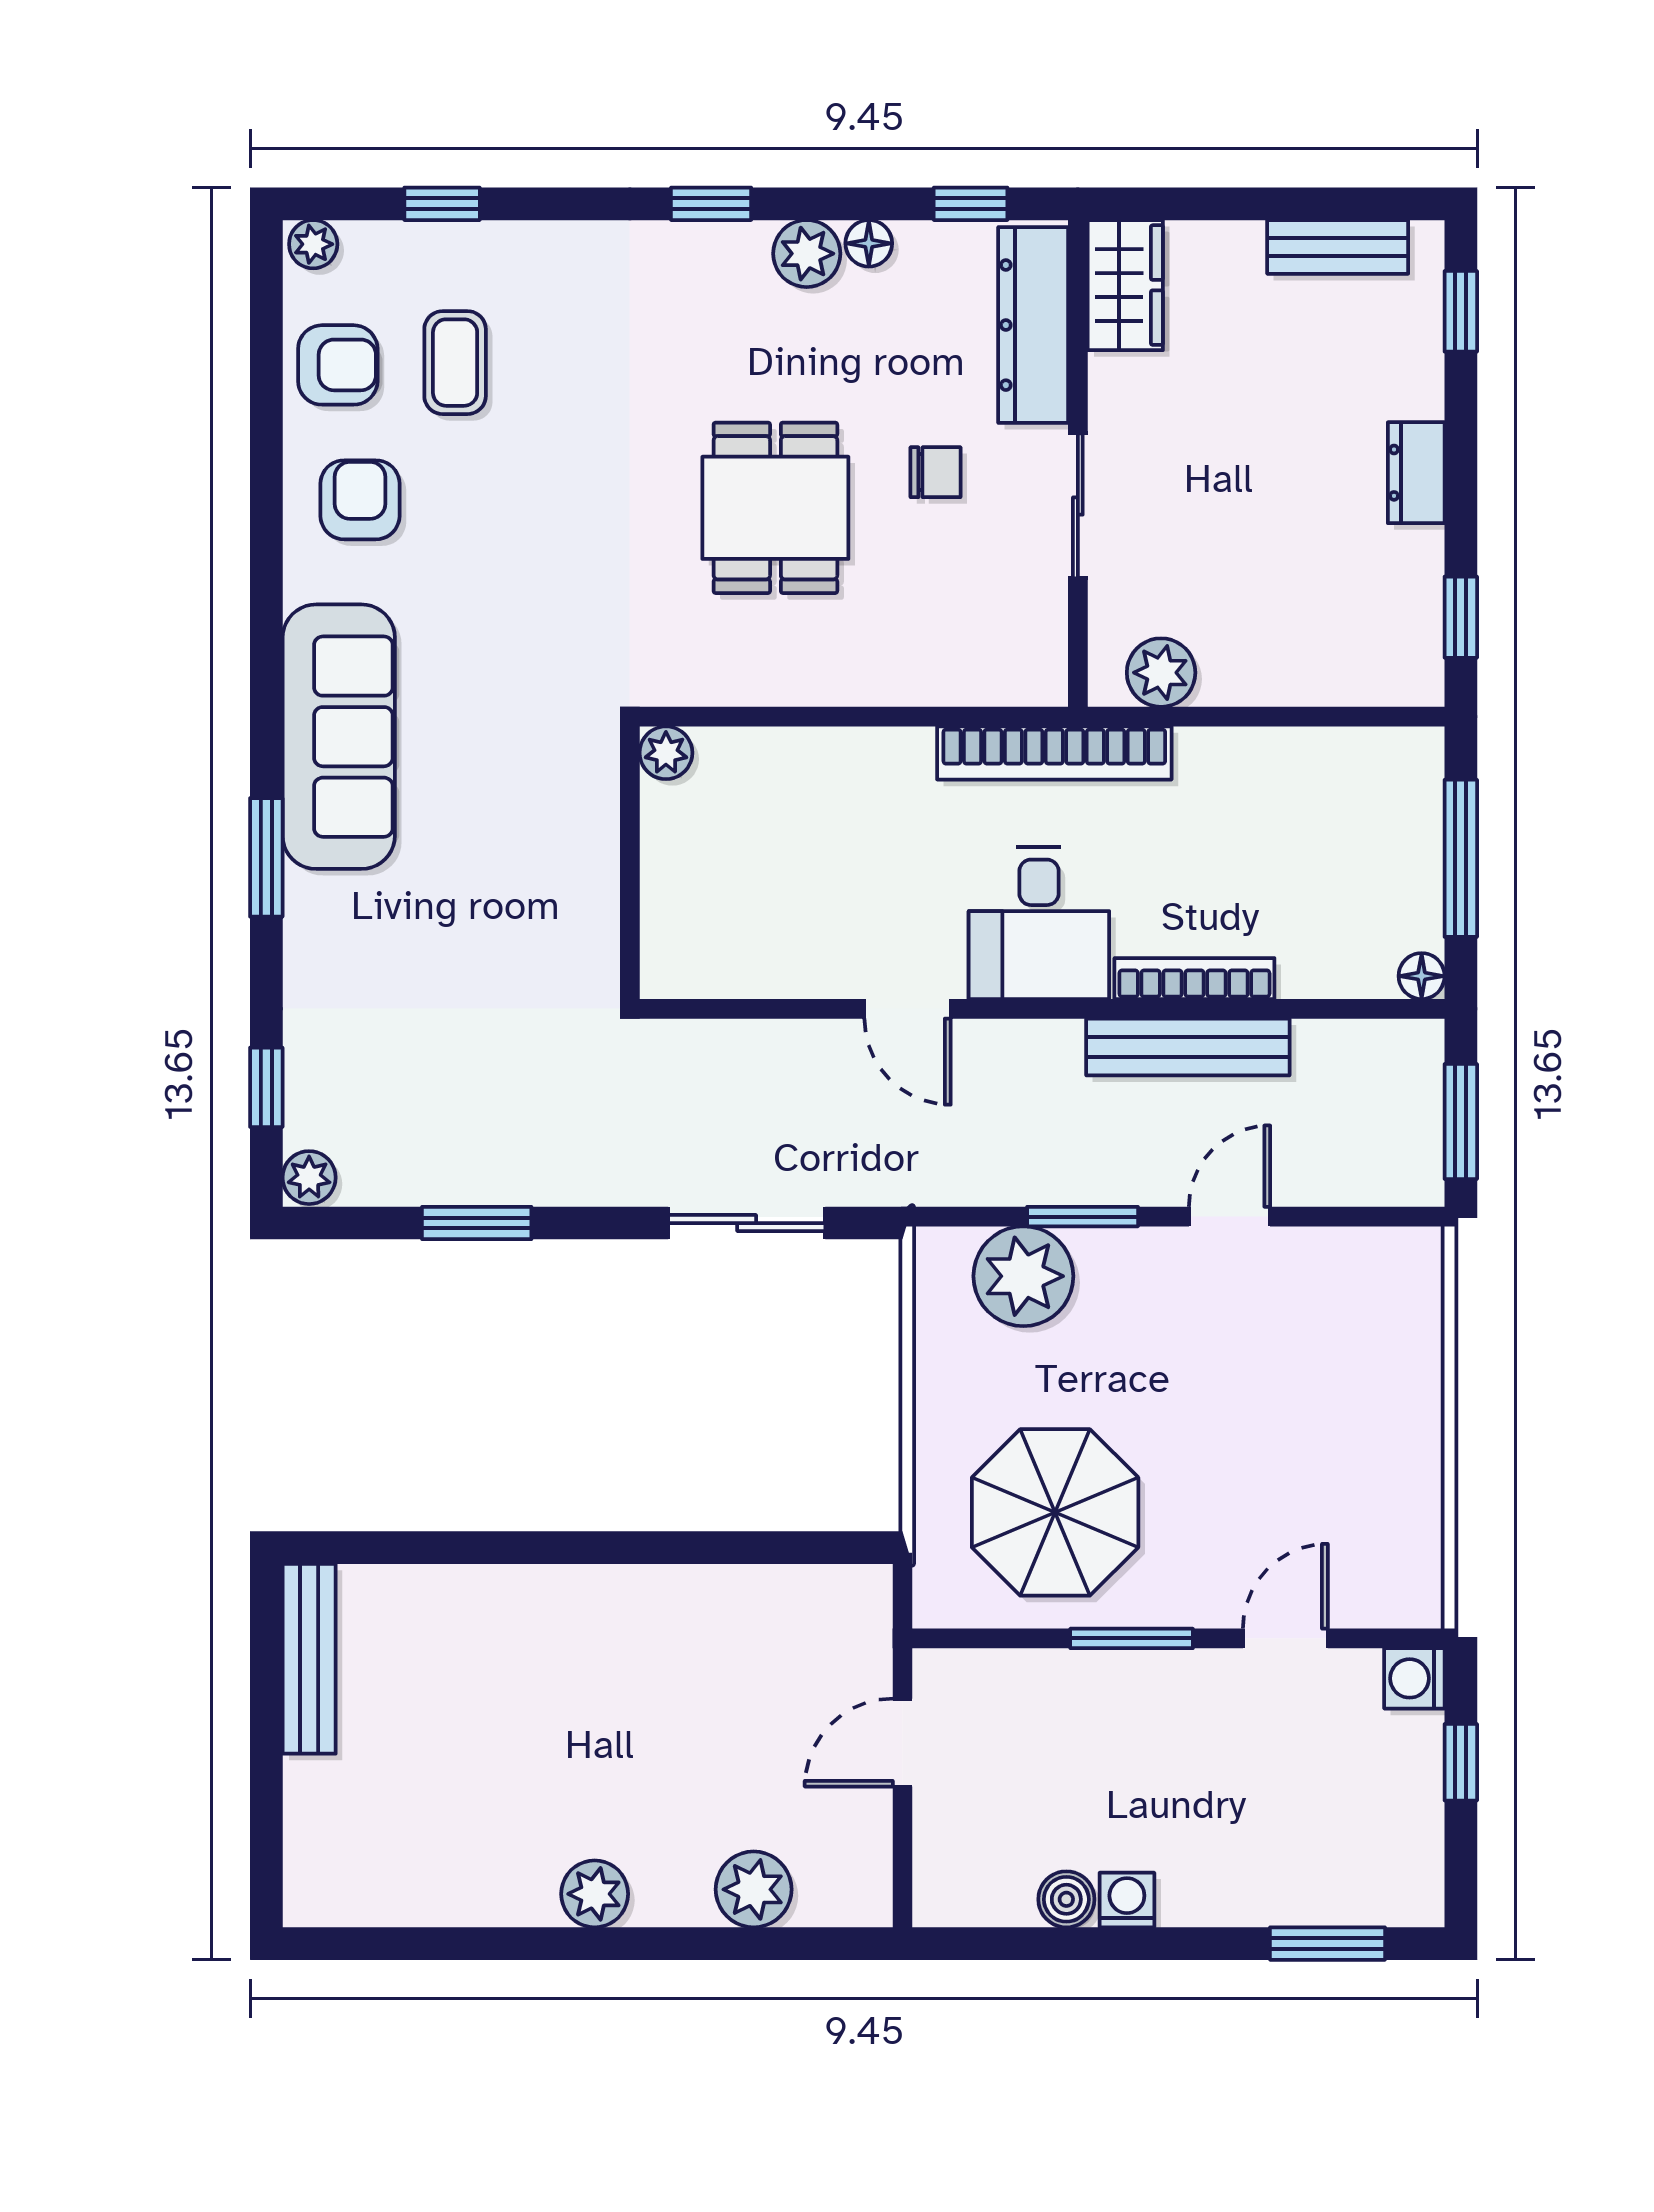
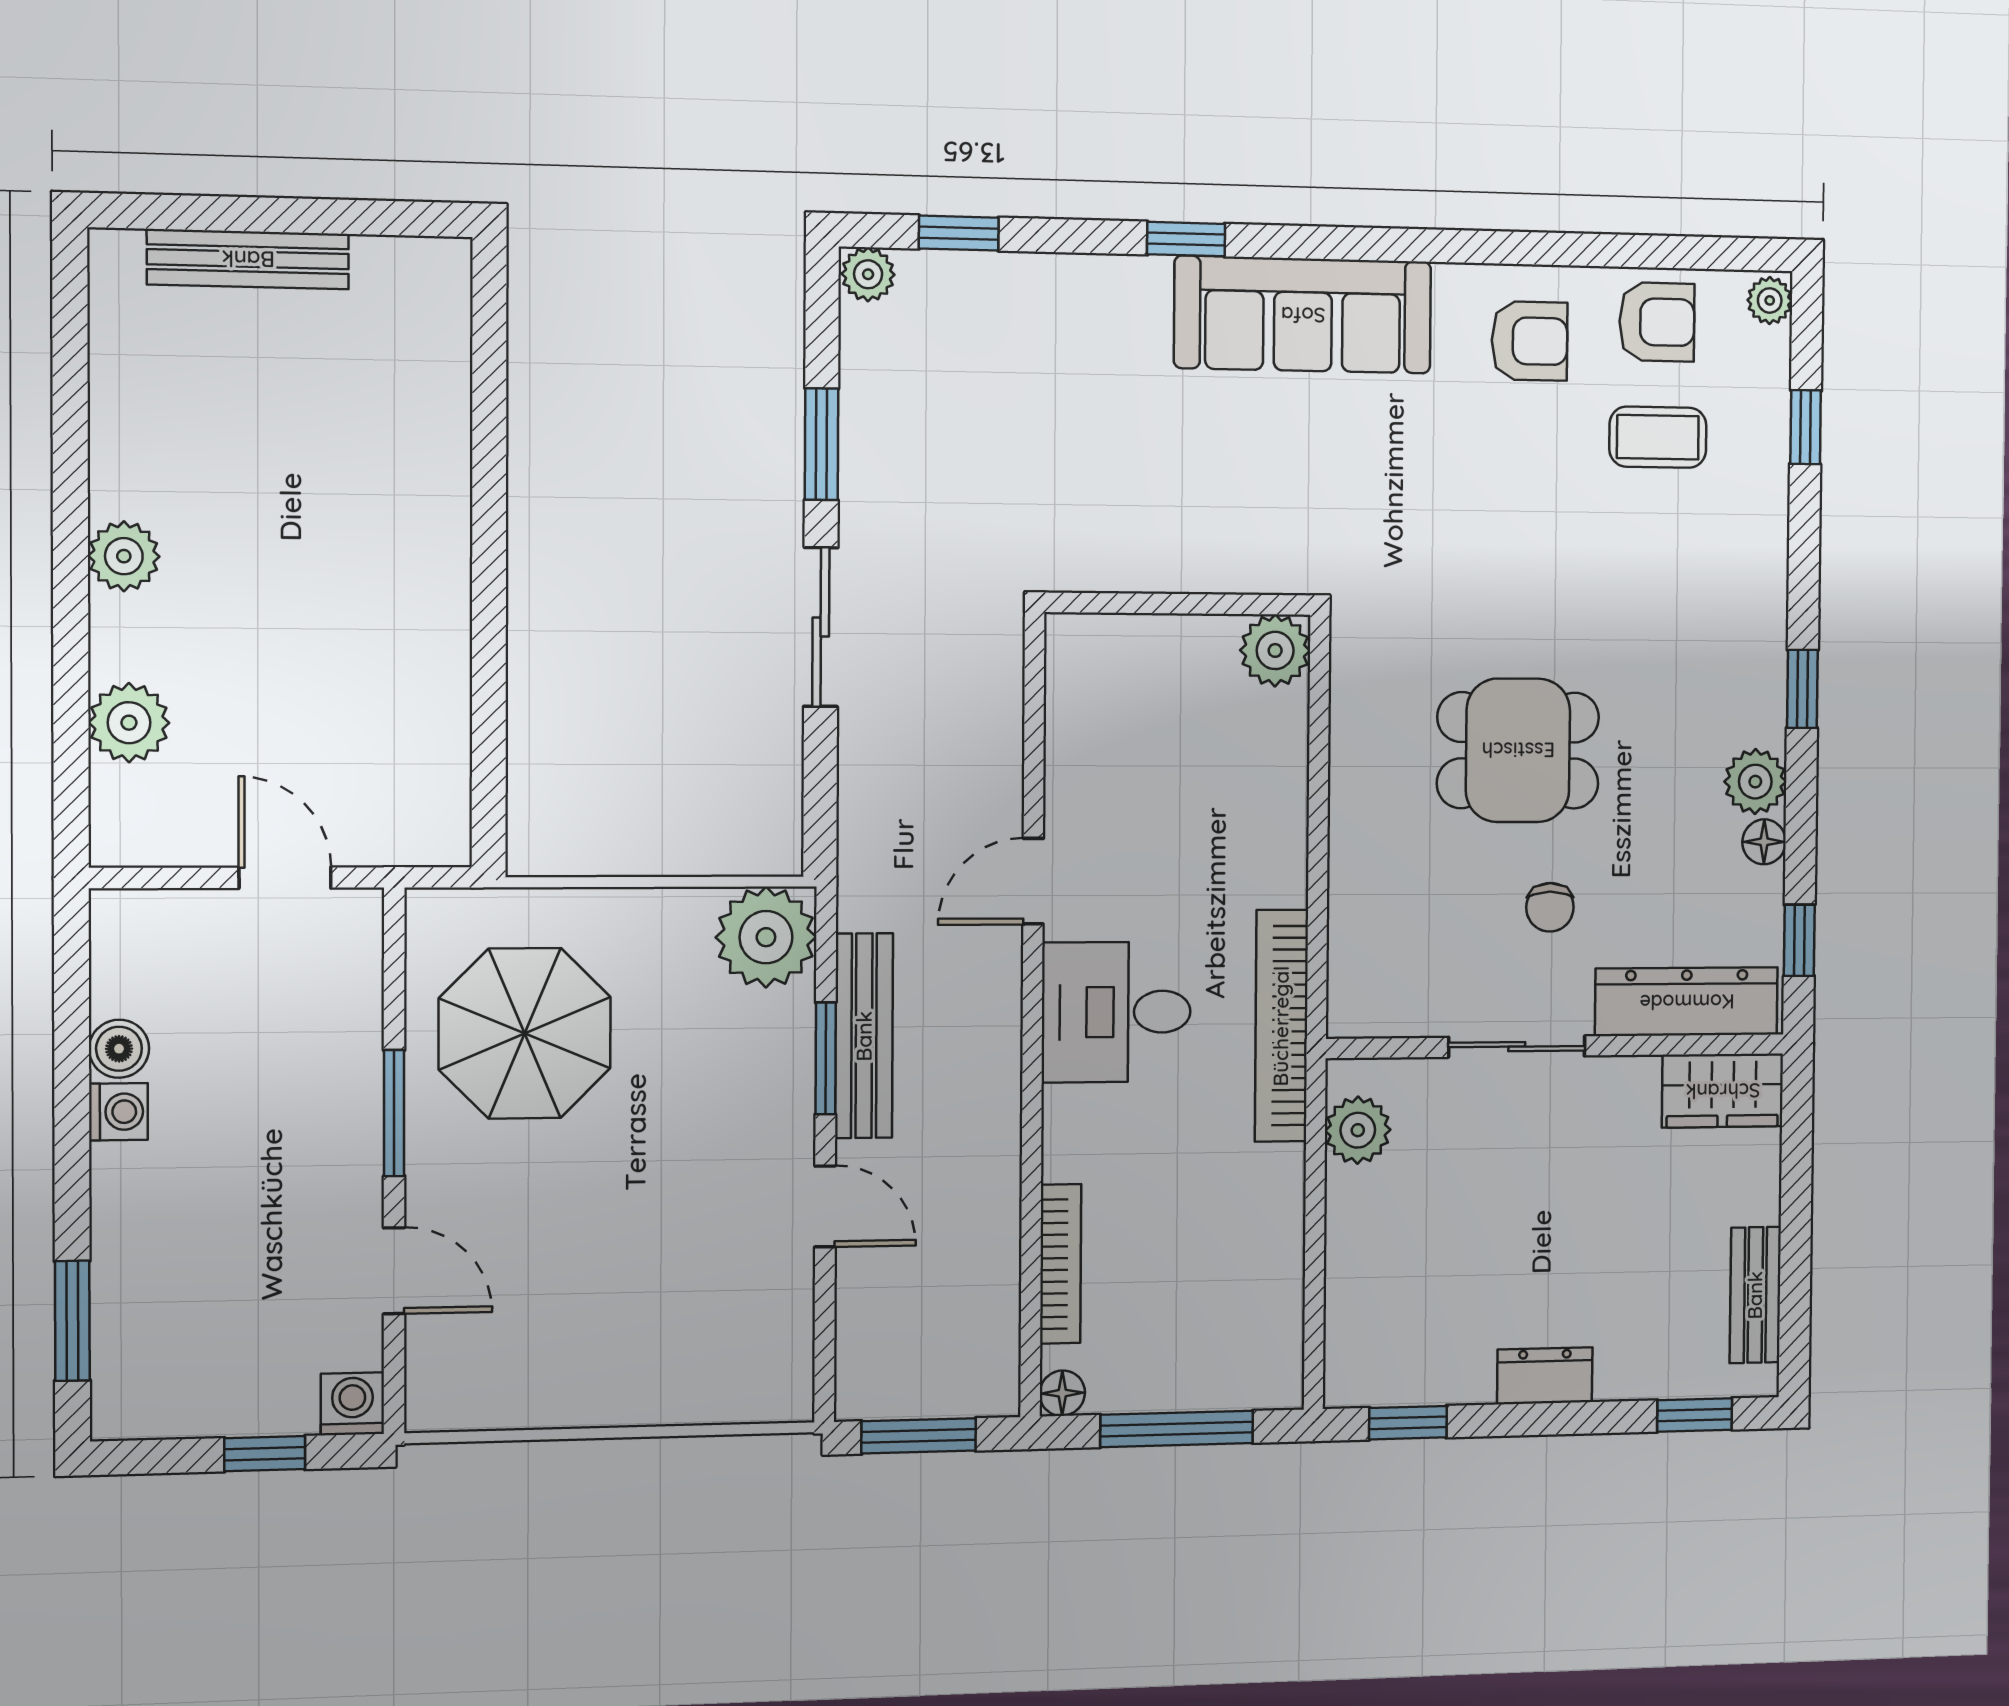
armchair: (338, 365) -> (1657, 322), turned -90
plant: (666, 753) -> (1275, 650), width x1.38, depth x1.38
window: (266, 857) -> (1186, 239), width x0.67
bookcase: (1194, 979) -> (1061, 1264), moved
bench: (1188, 1047) -> (864, 1036), moved
sliding door: (747, 1223) -> (821, 627), moved
plant: (1023, 1276) -> (766, 937), moved
bench: (309, 1659) -> (248, 259), moved

